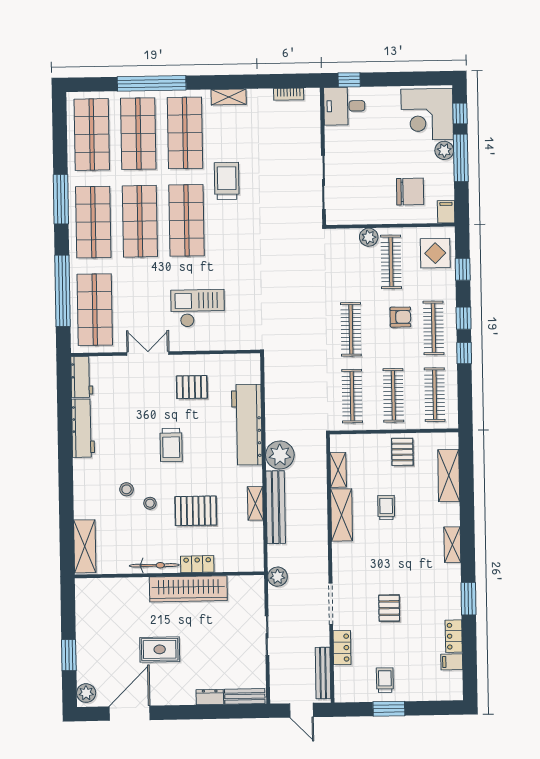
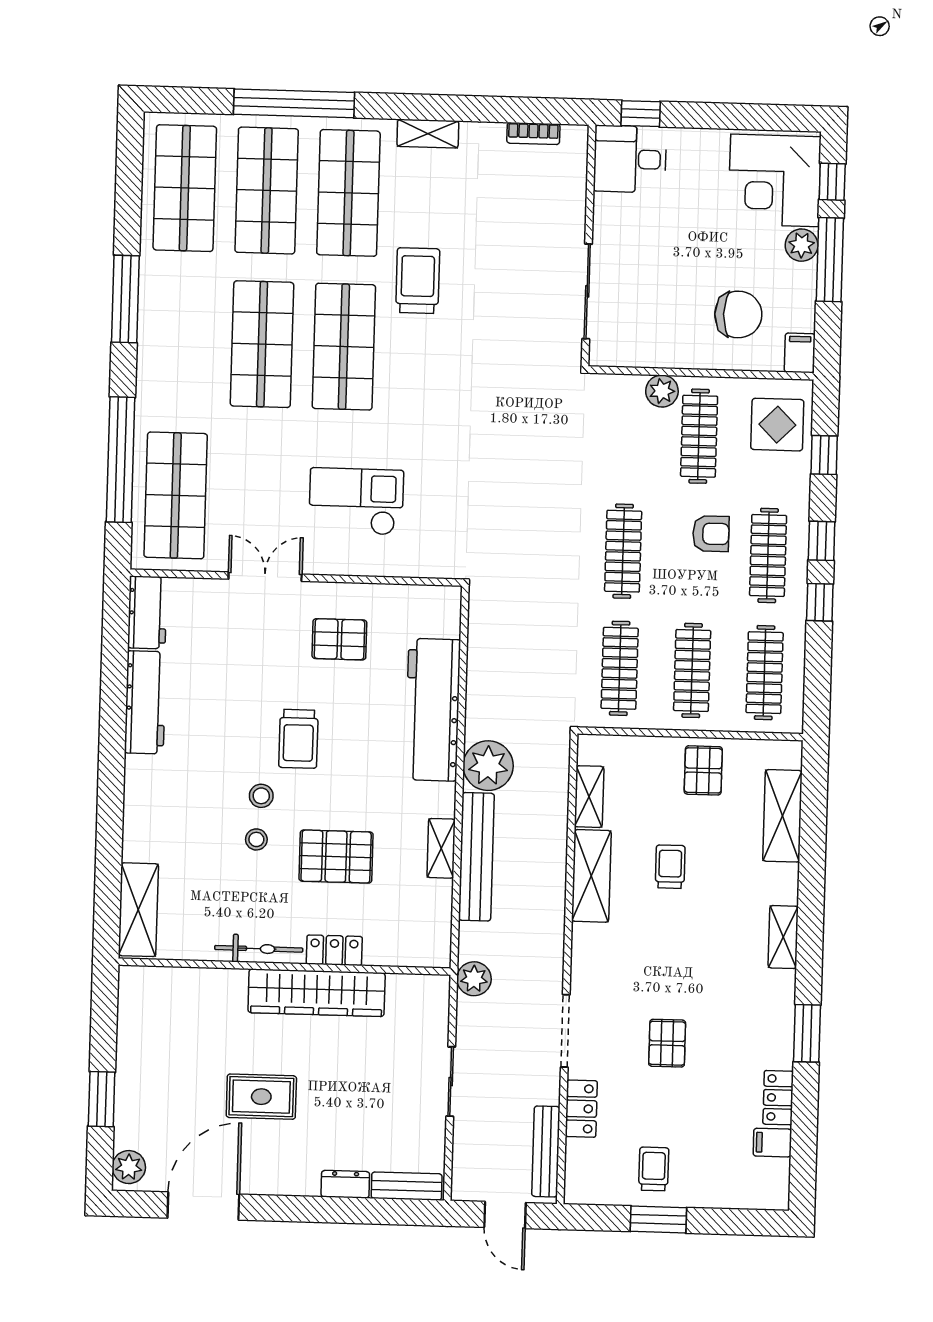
shop shelf: (93, 222) -> (180, 342), removed
stool: (127, 489) -> (261, 796), moved

